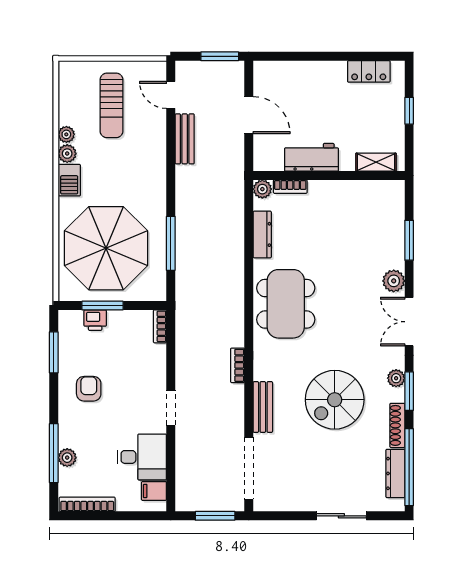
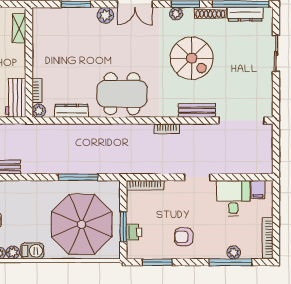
workbench: (311, 157) -> (16, 98), moved
bookcase: (160, 326) -> (145, 185), width x1.56
window: (215, 516) -> (276, 145), removed

